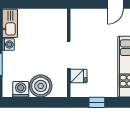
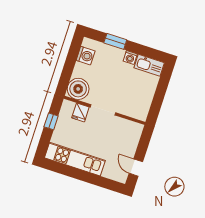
boiler: (41, 86) -> (78, 89), moved

